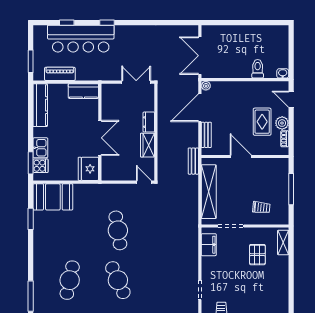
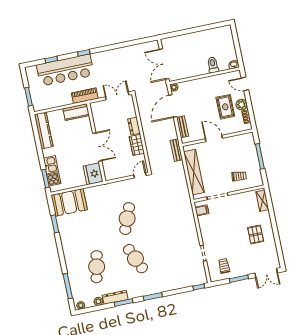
piano: (60, 74) -> (85, 96), moved
door: (144, 182) -> (140, 175), hinge flipped
cafe table: (118, 230) -> (127, 219), turned 30
filing cabinet: (209, 245) -> (202, 210), width x0.50
pallet: (257, 255) -> (256, 234), moved

